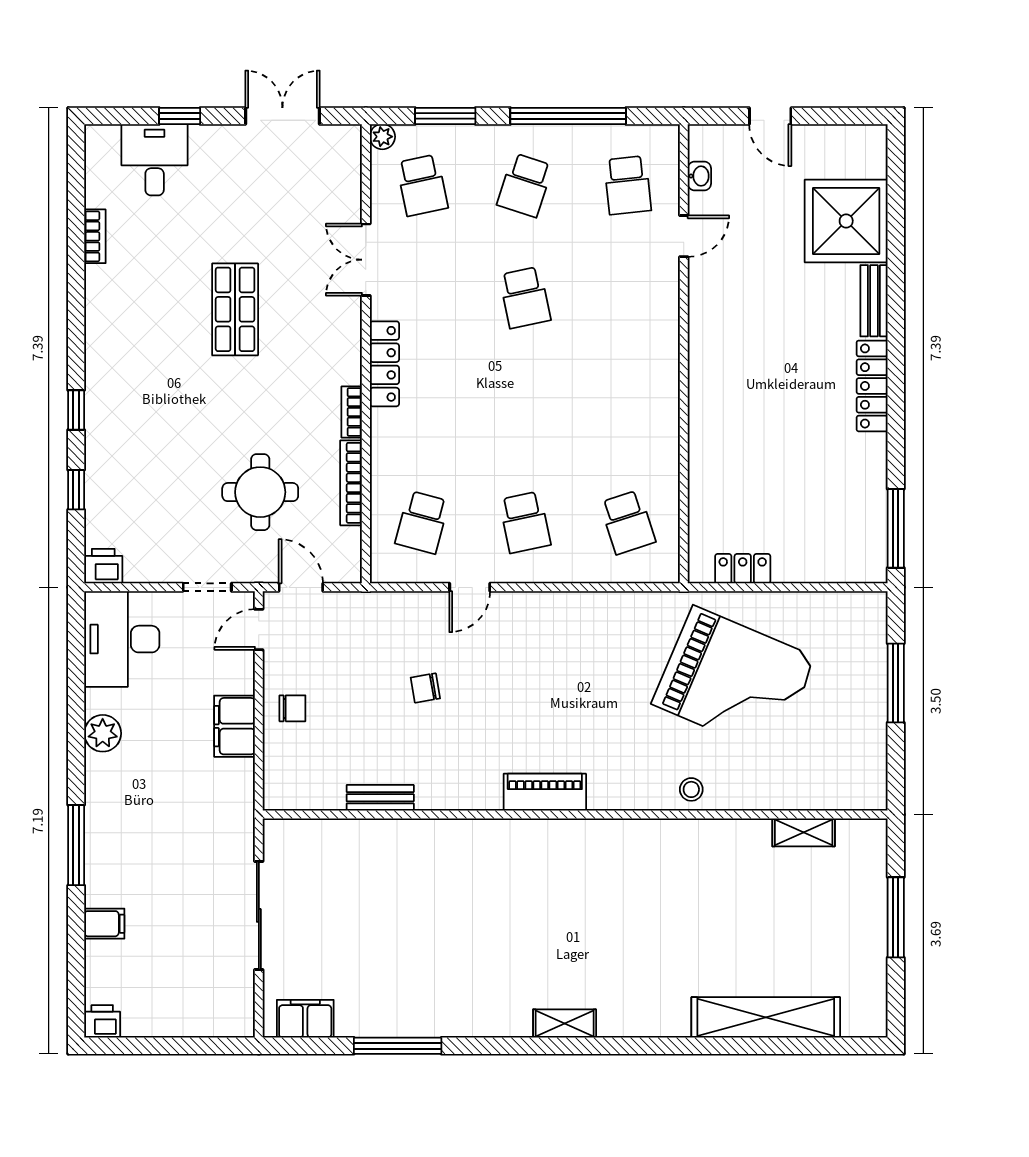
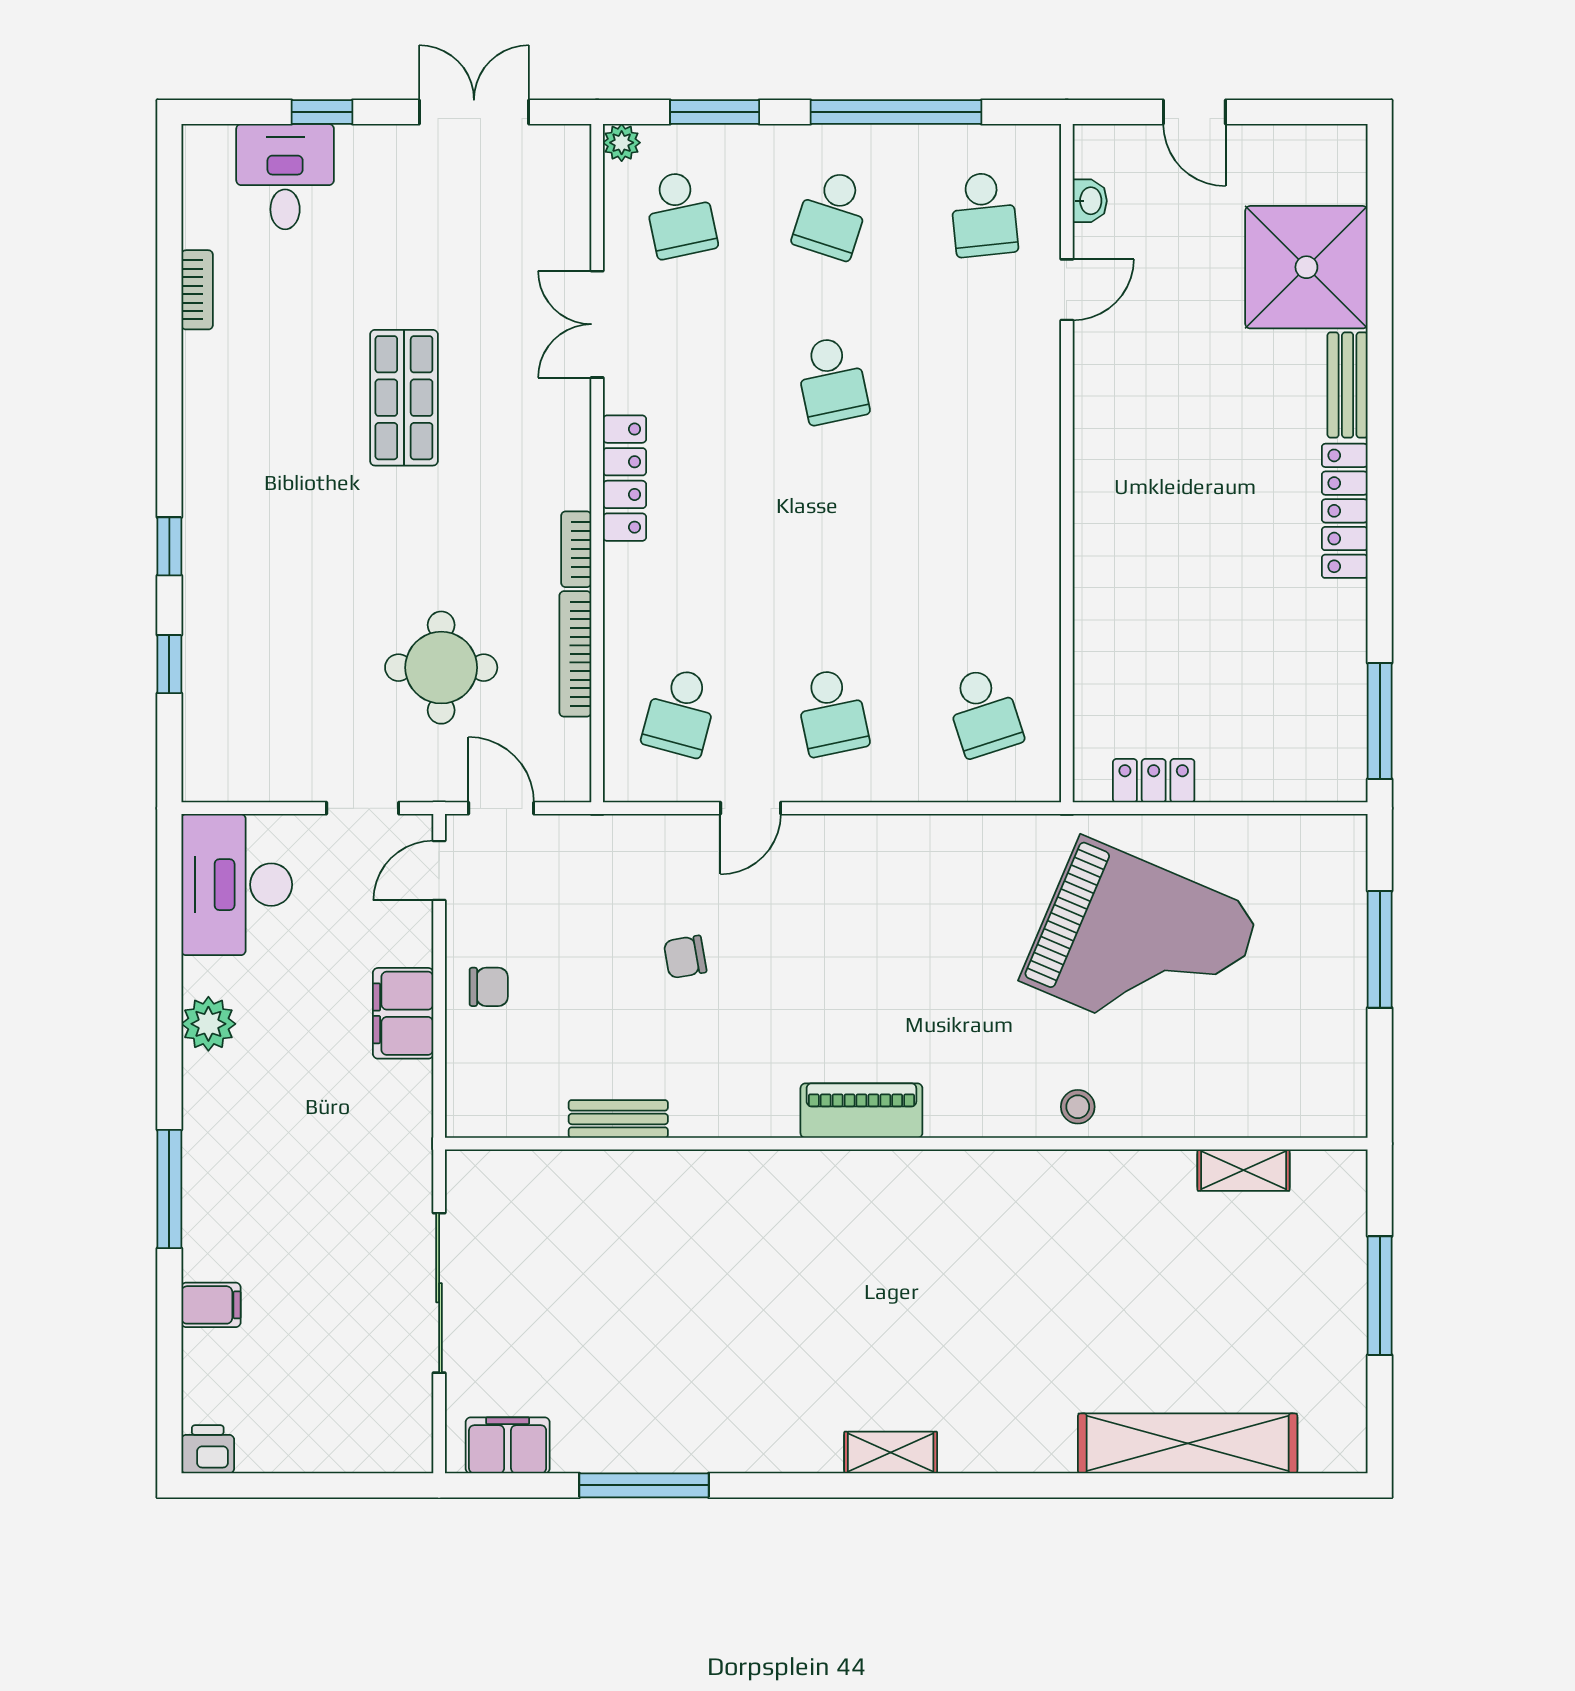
printer: (103, 566) -> (209, 777), removed

